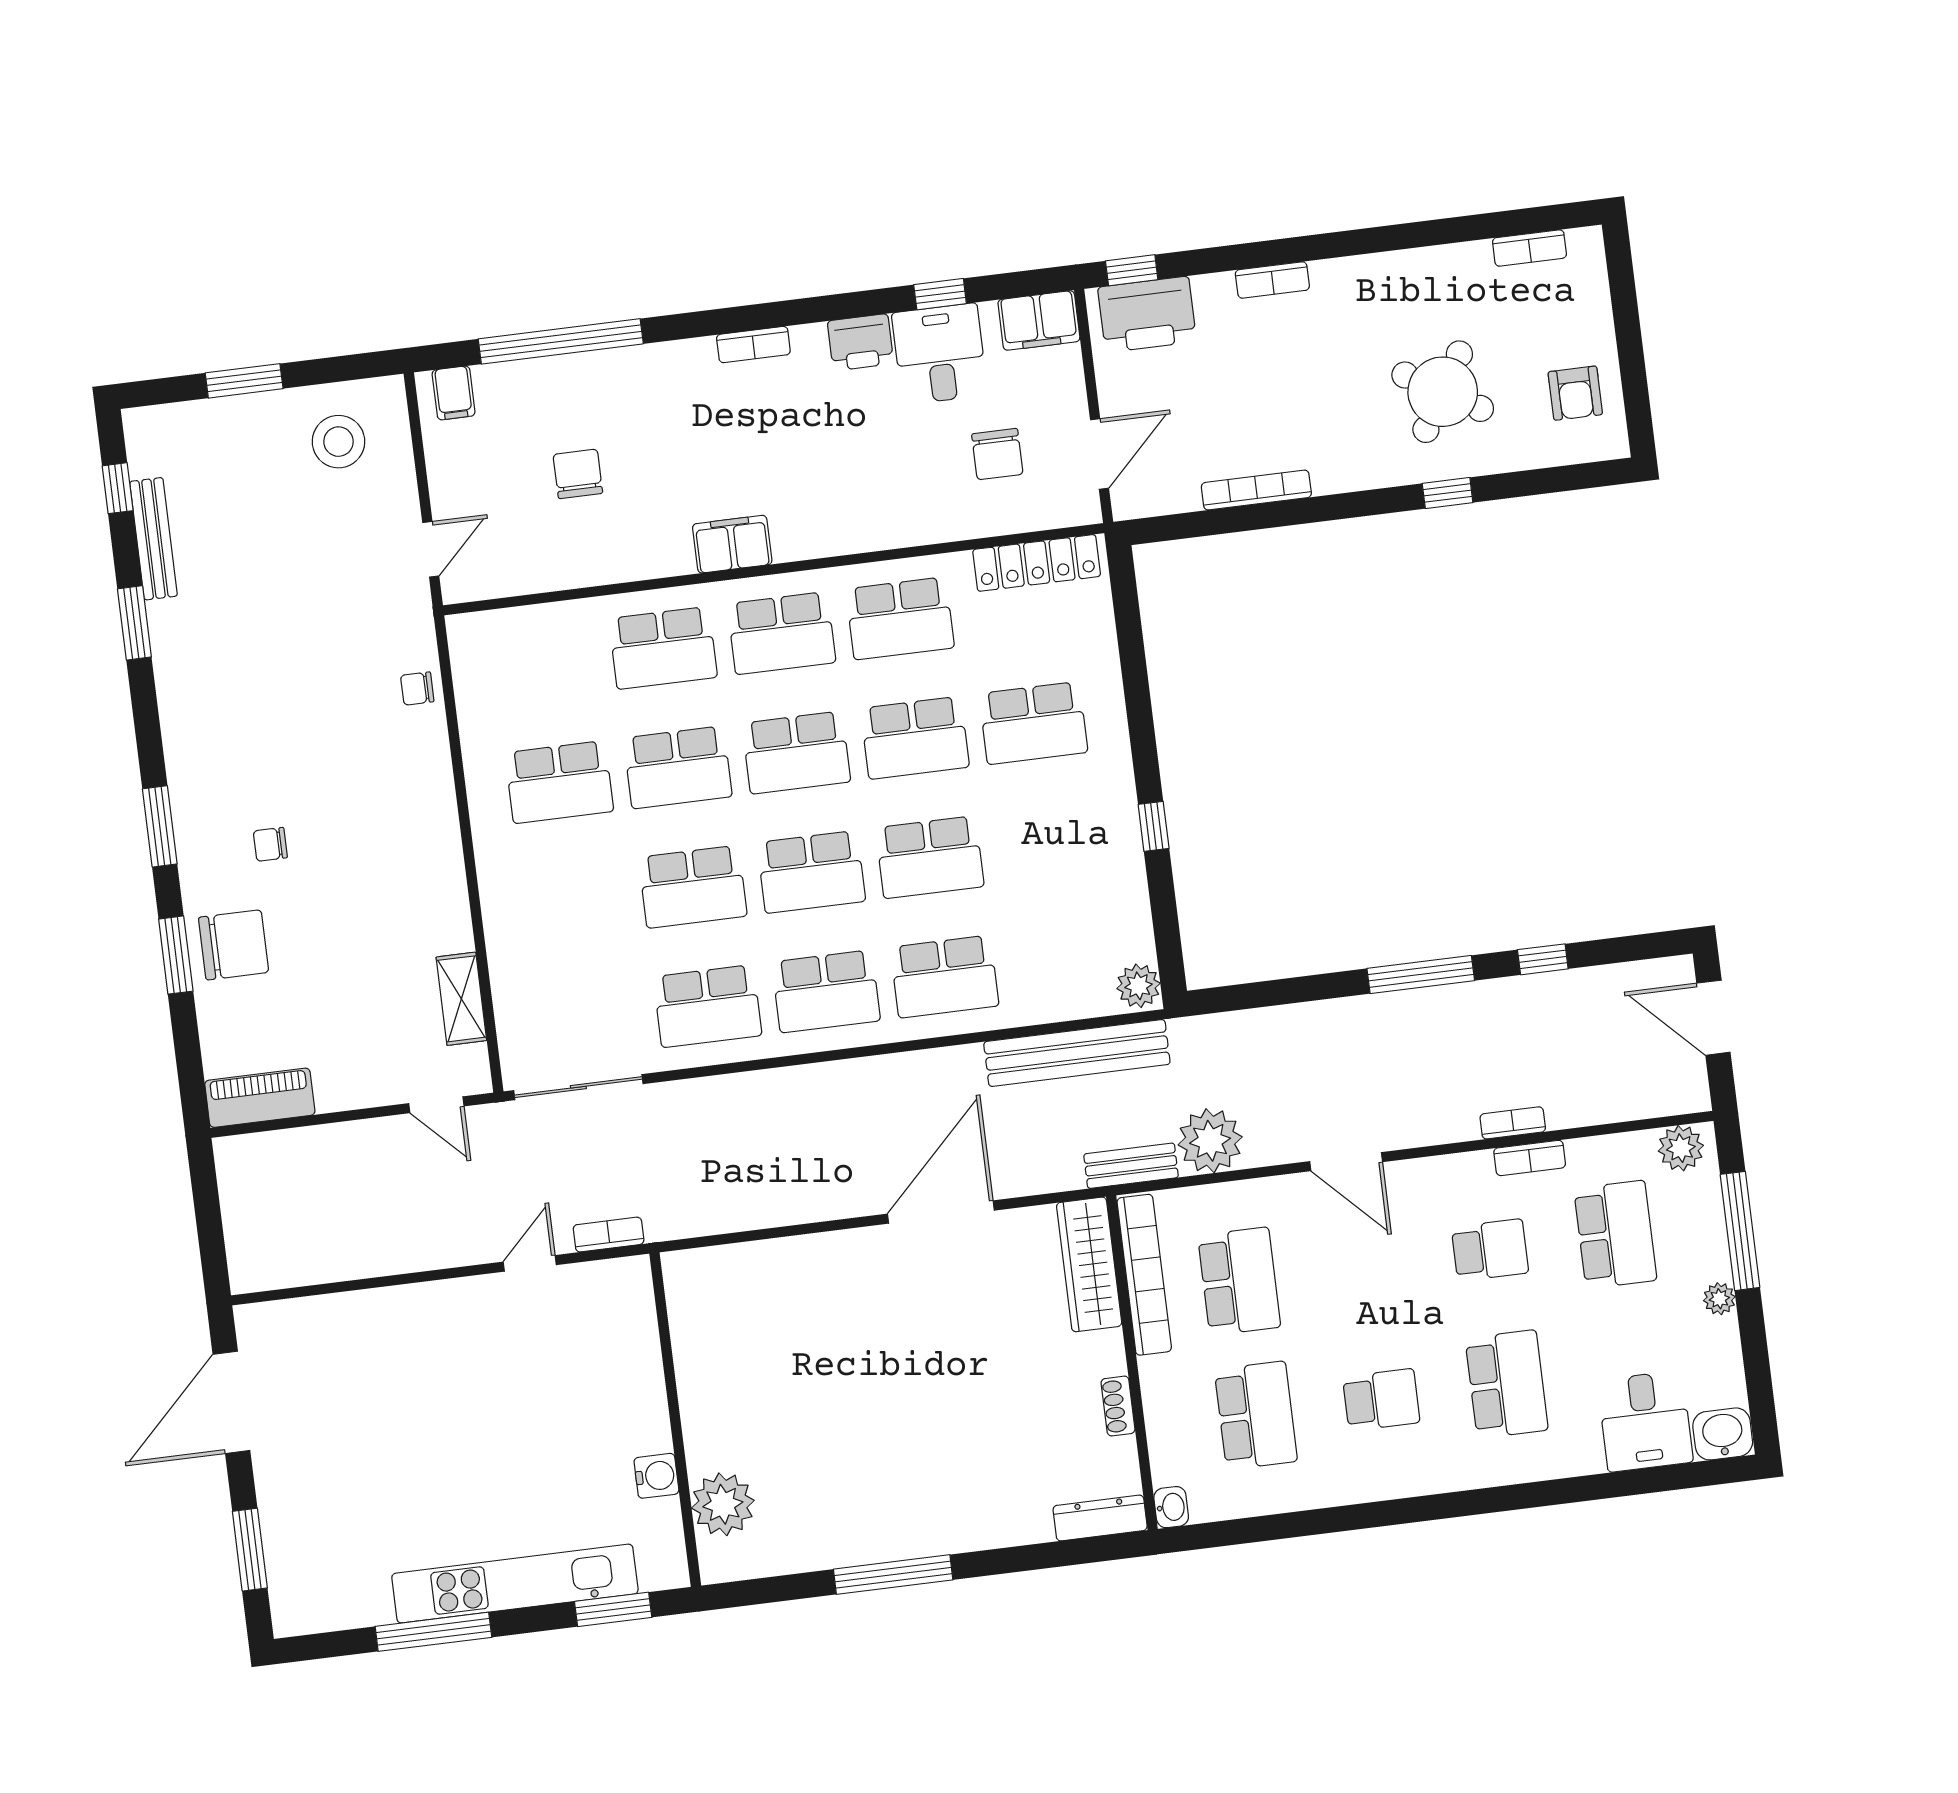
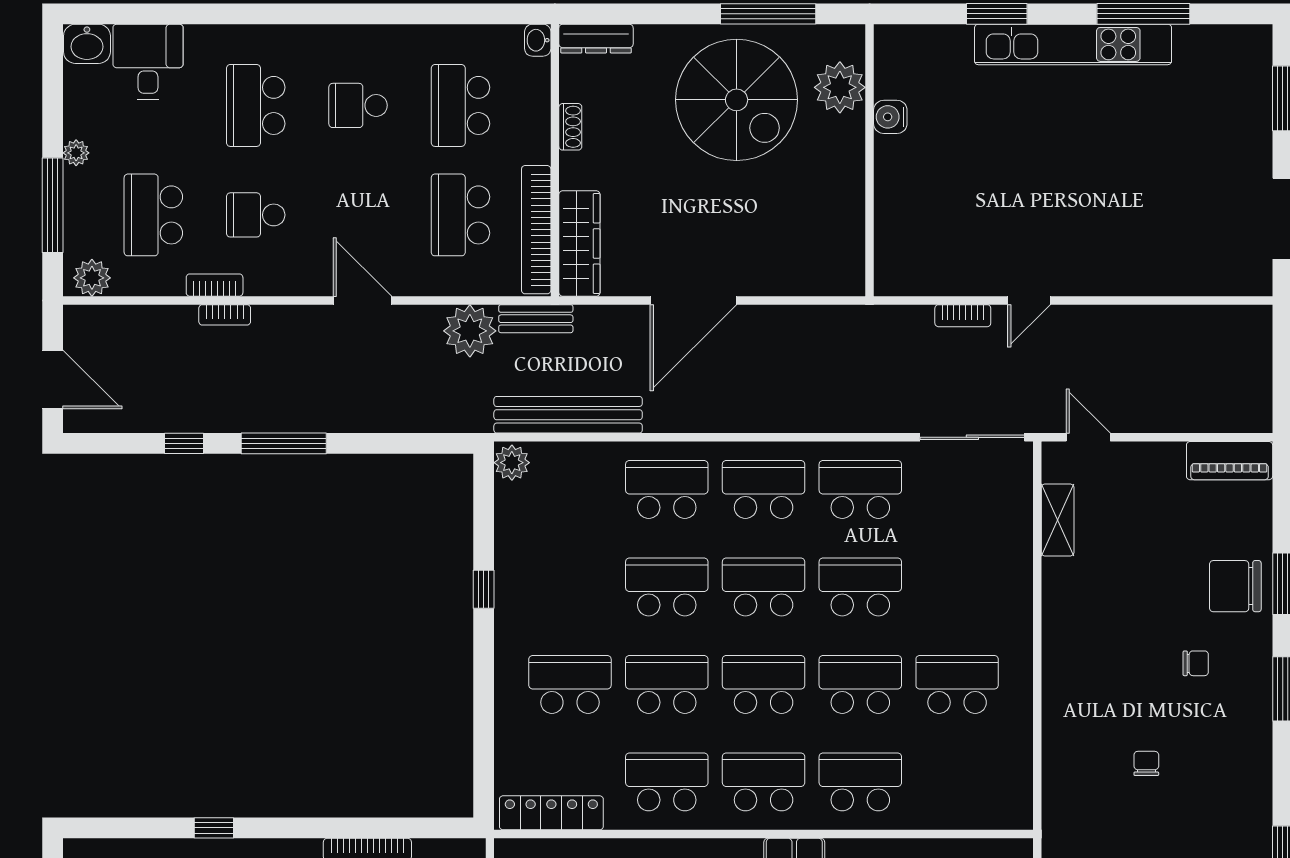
chair: (417, 688) -> (1146, 763), moved, turned -90
wall: (675, 1420) -> (870, 160), moved
spiral stairs: (919, 1464) -> (737, 100), added
water cooler: (656, 1476) -> (890, 117), moved
plant: (723, 1504) -> (840, 87), moved

